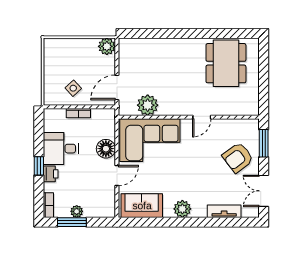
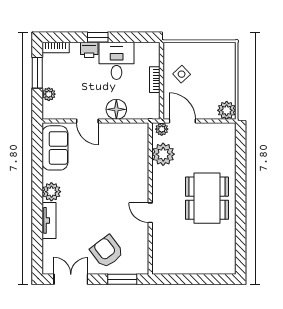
dining table: (226, 63) -> (207, 198), moved, turned 90
plant: (124, 107) -> (162, 129), added
corner sofa: (150, 140) -> (125, 157), removed
plant: (77, 211) -> (49, 94), moved
tv unit: (224, 211) -> (49, 220), moved

